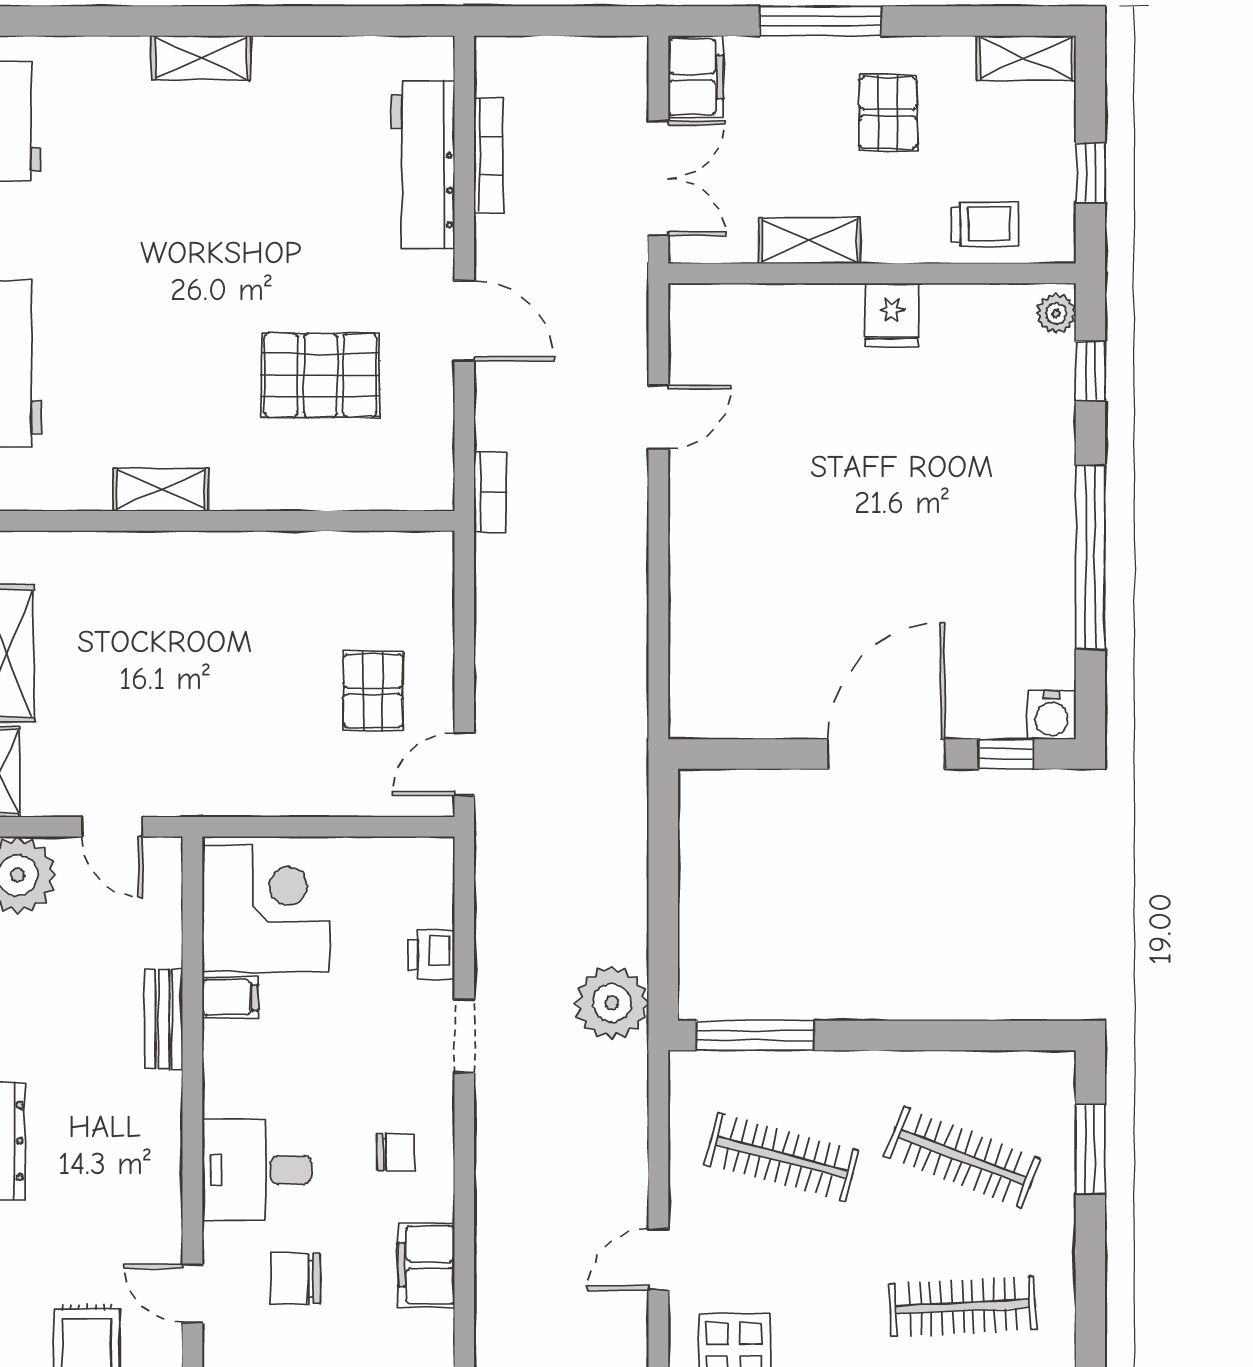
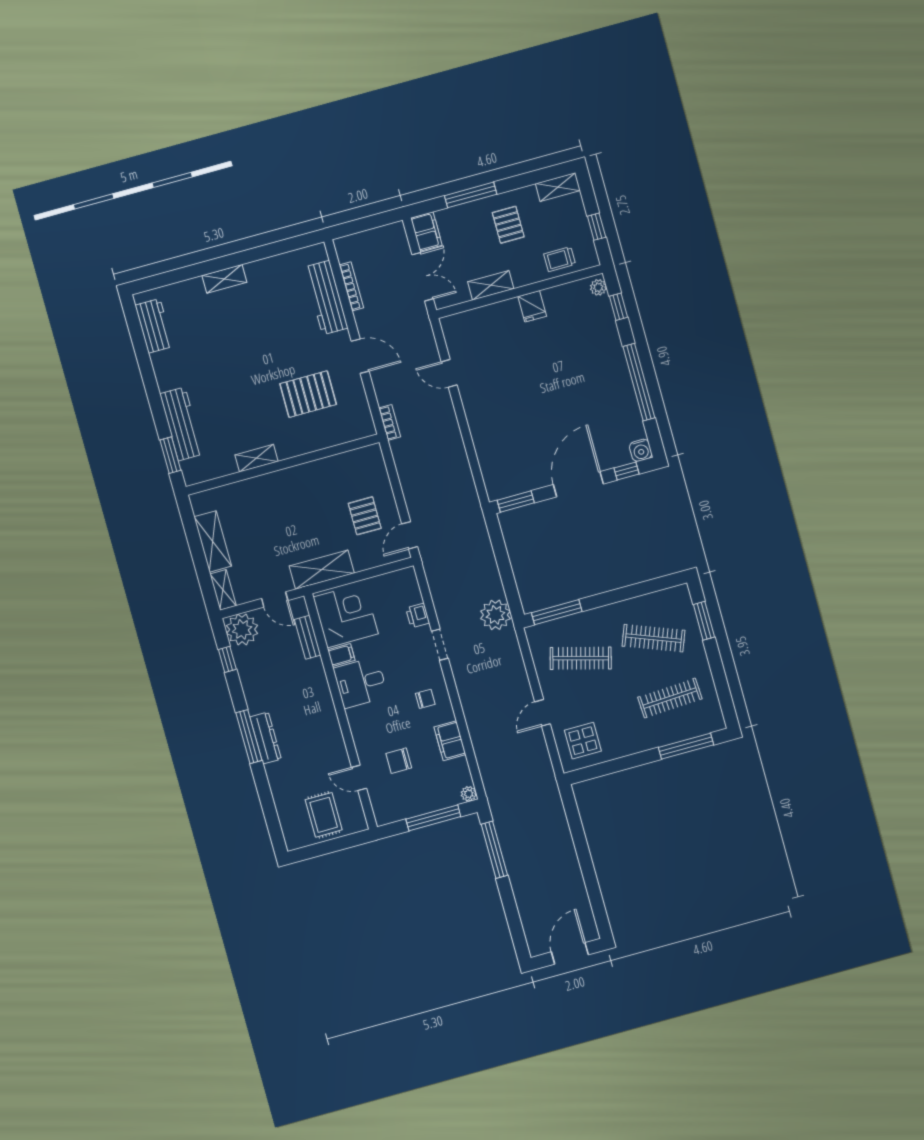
trolley: (985, 224) -> (560, 259), turned 180
door: (658, 417) -> (449, 373), swing flipped
window: (731, 754) -> (516, 502), added
shelving: (240, 788) -> (322, 570), added
bench: (164, 1019) -> (308, 637), moved
desk: (257, 1170) -> (361, 682), moved

